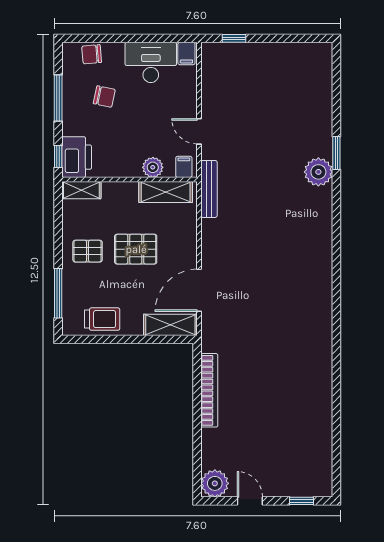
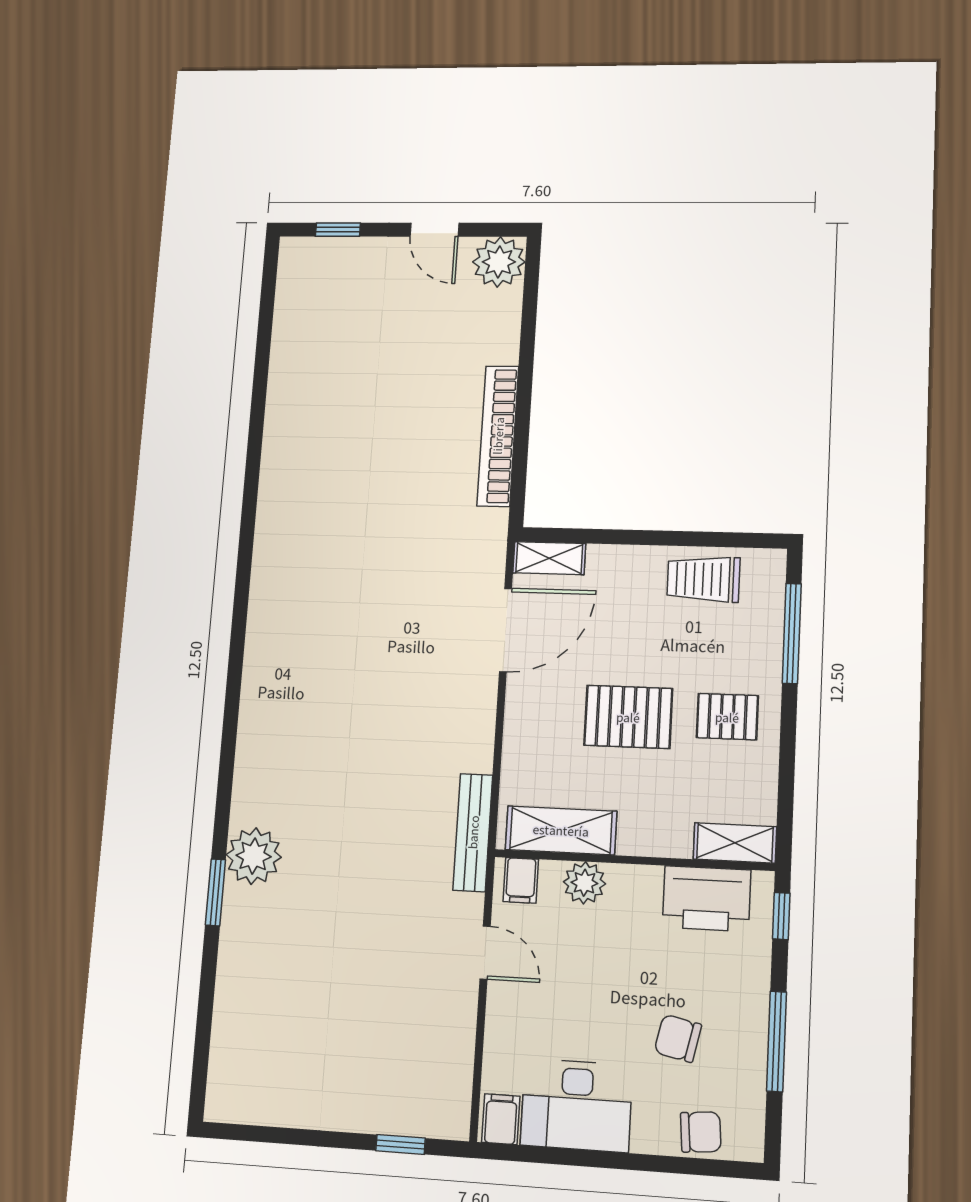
printer: (77, 157) -> (707, 899), moved, turned -90
shelving: (170, 325) -> (549, 558), width x0.67, depth x0.75

